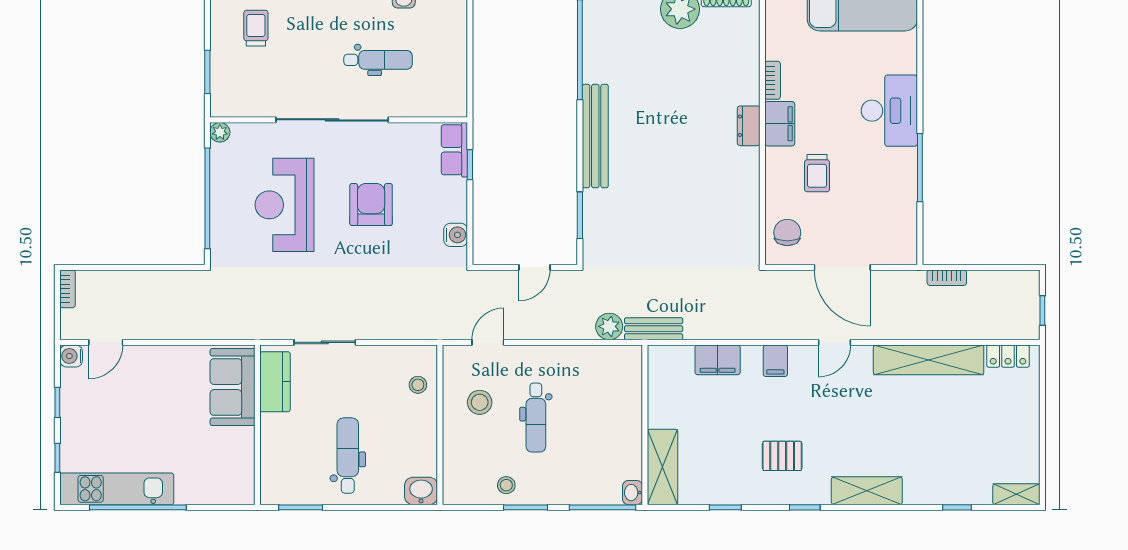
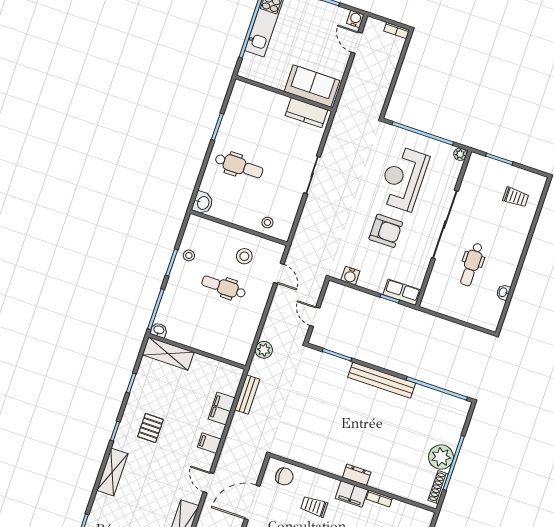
reception desk: (284, 205) -> (403, 178), turned -90
bench: (654, 329) -> (247, 395), moved
kitchen counter: (275, 382) -> (306, 113), moved
sofa: (233, 387) -> (312, 86), moved
wall: (257, 425) -> (284, 93), moved

